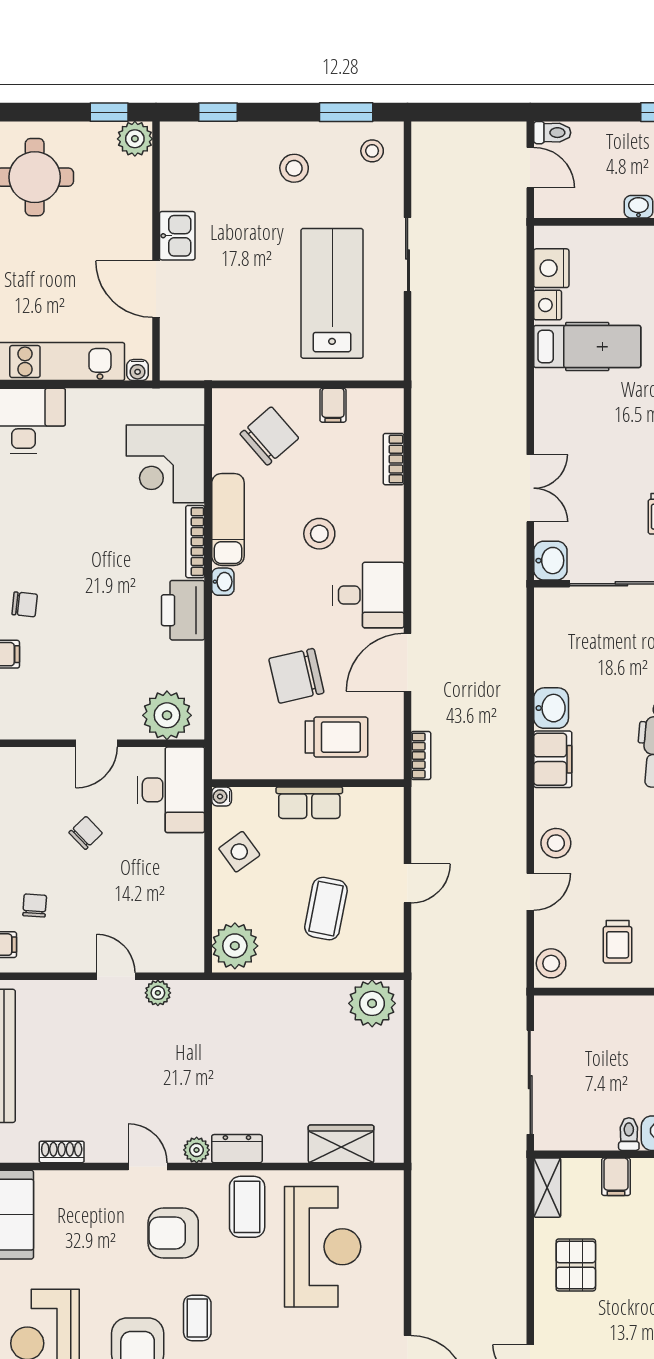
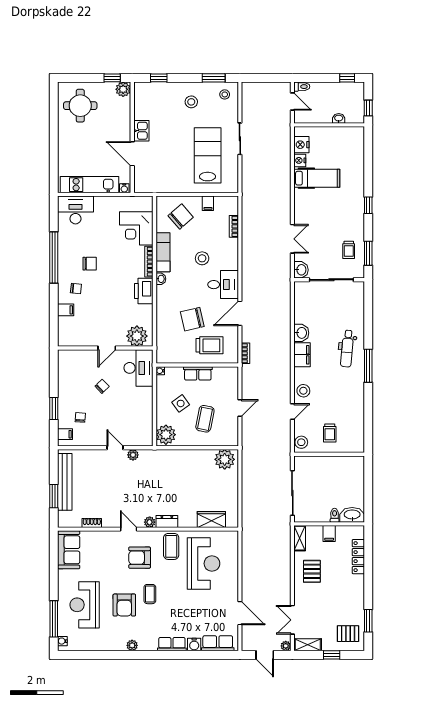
chair: (57, 546) -> (90, 264), added
side table: (239, 852) -> (181, 403), moved

